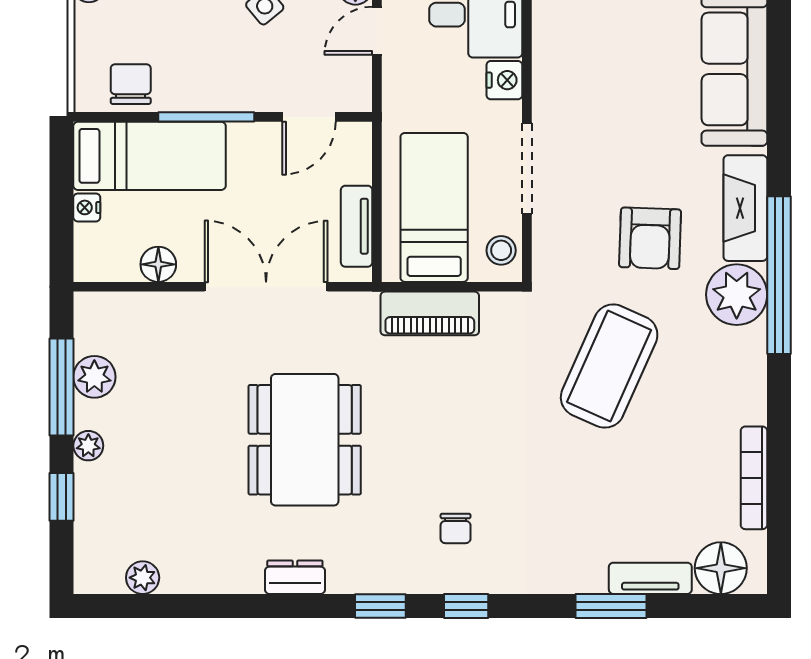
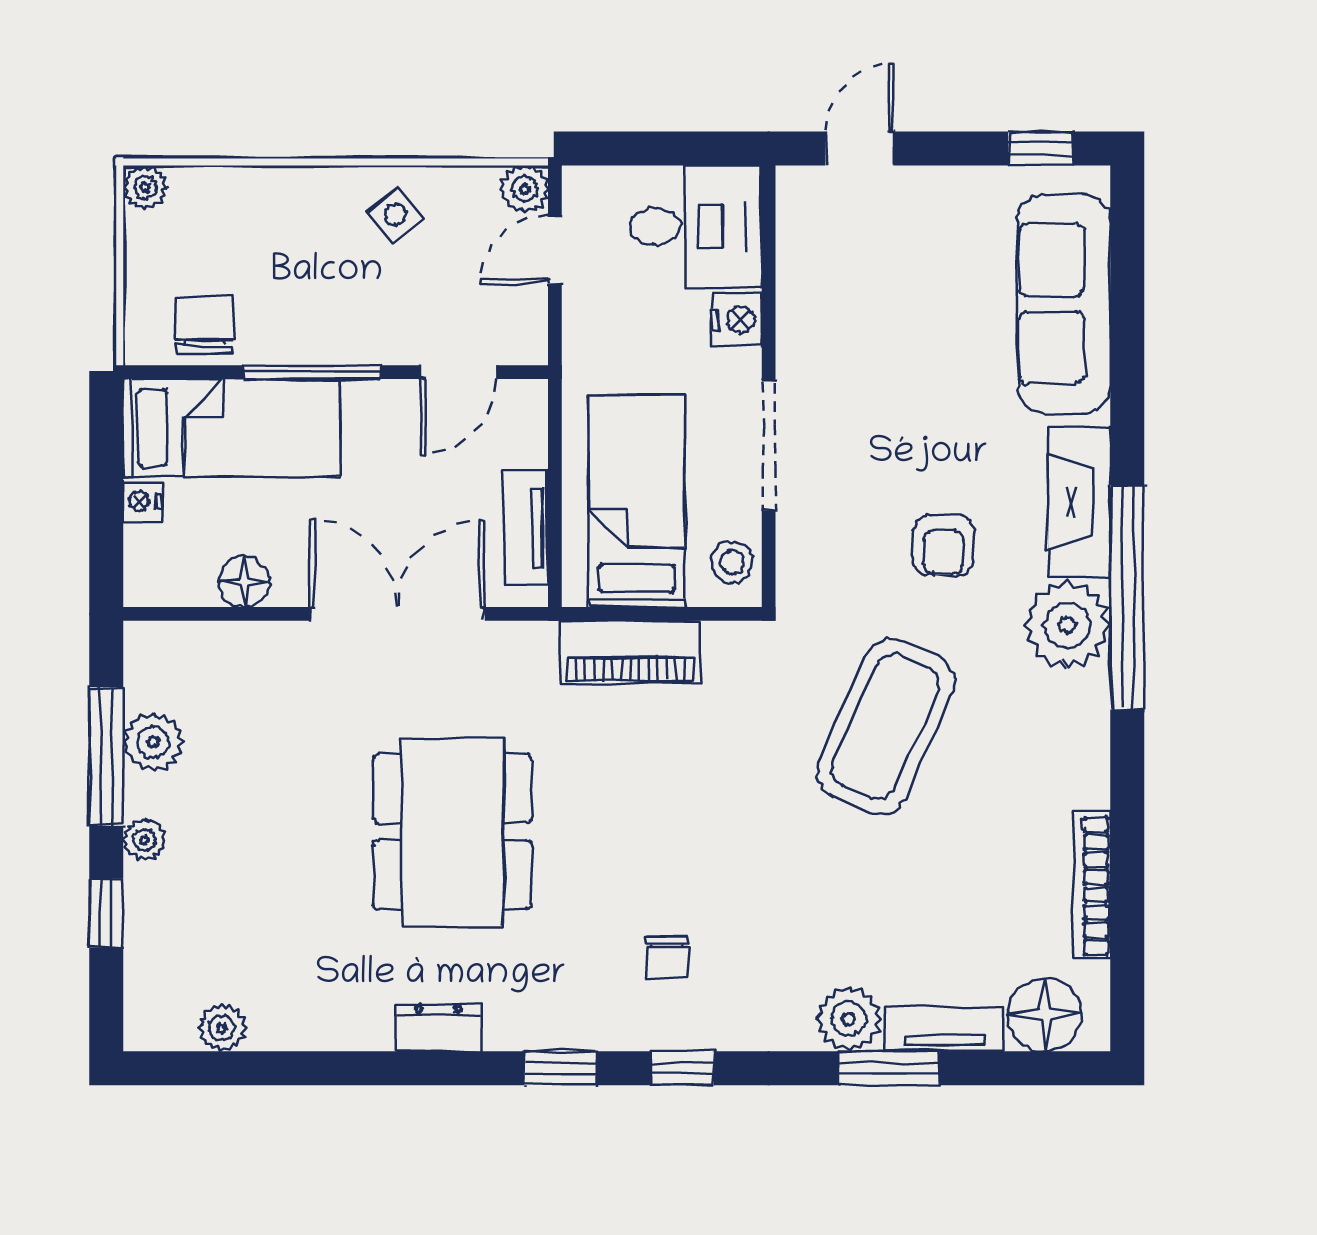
armchair: (650, 238) -> (944, 545), width x0.72, depth x0.72
plant: (583, 571) -> (848, 1019), added

